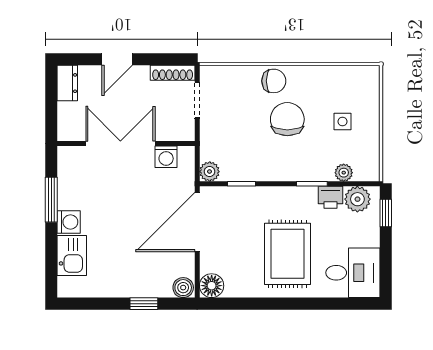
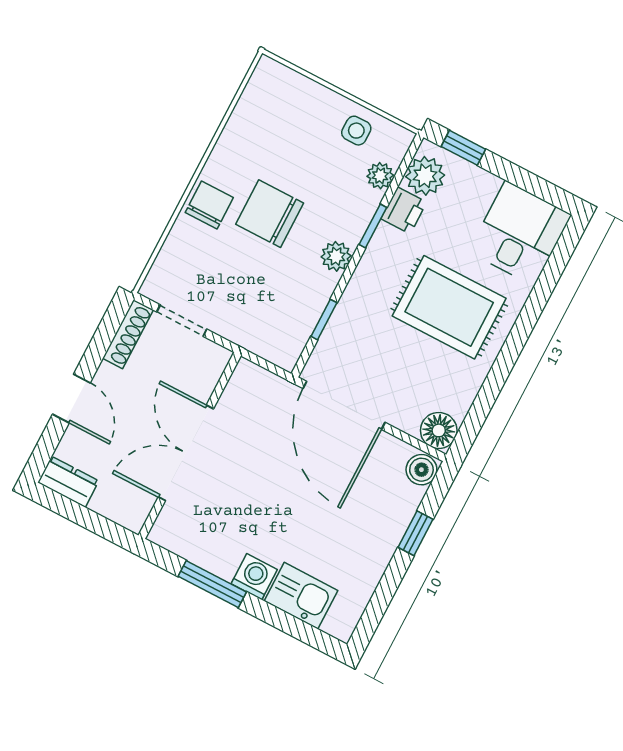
side table: (342, 122) -> (356, 131), moved
washing machine: (166, 157) -> (235, 401), removed
plant: (210, 172) -> (336, 256), moved

